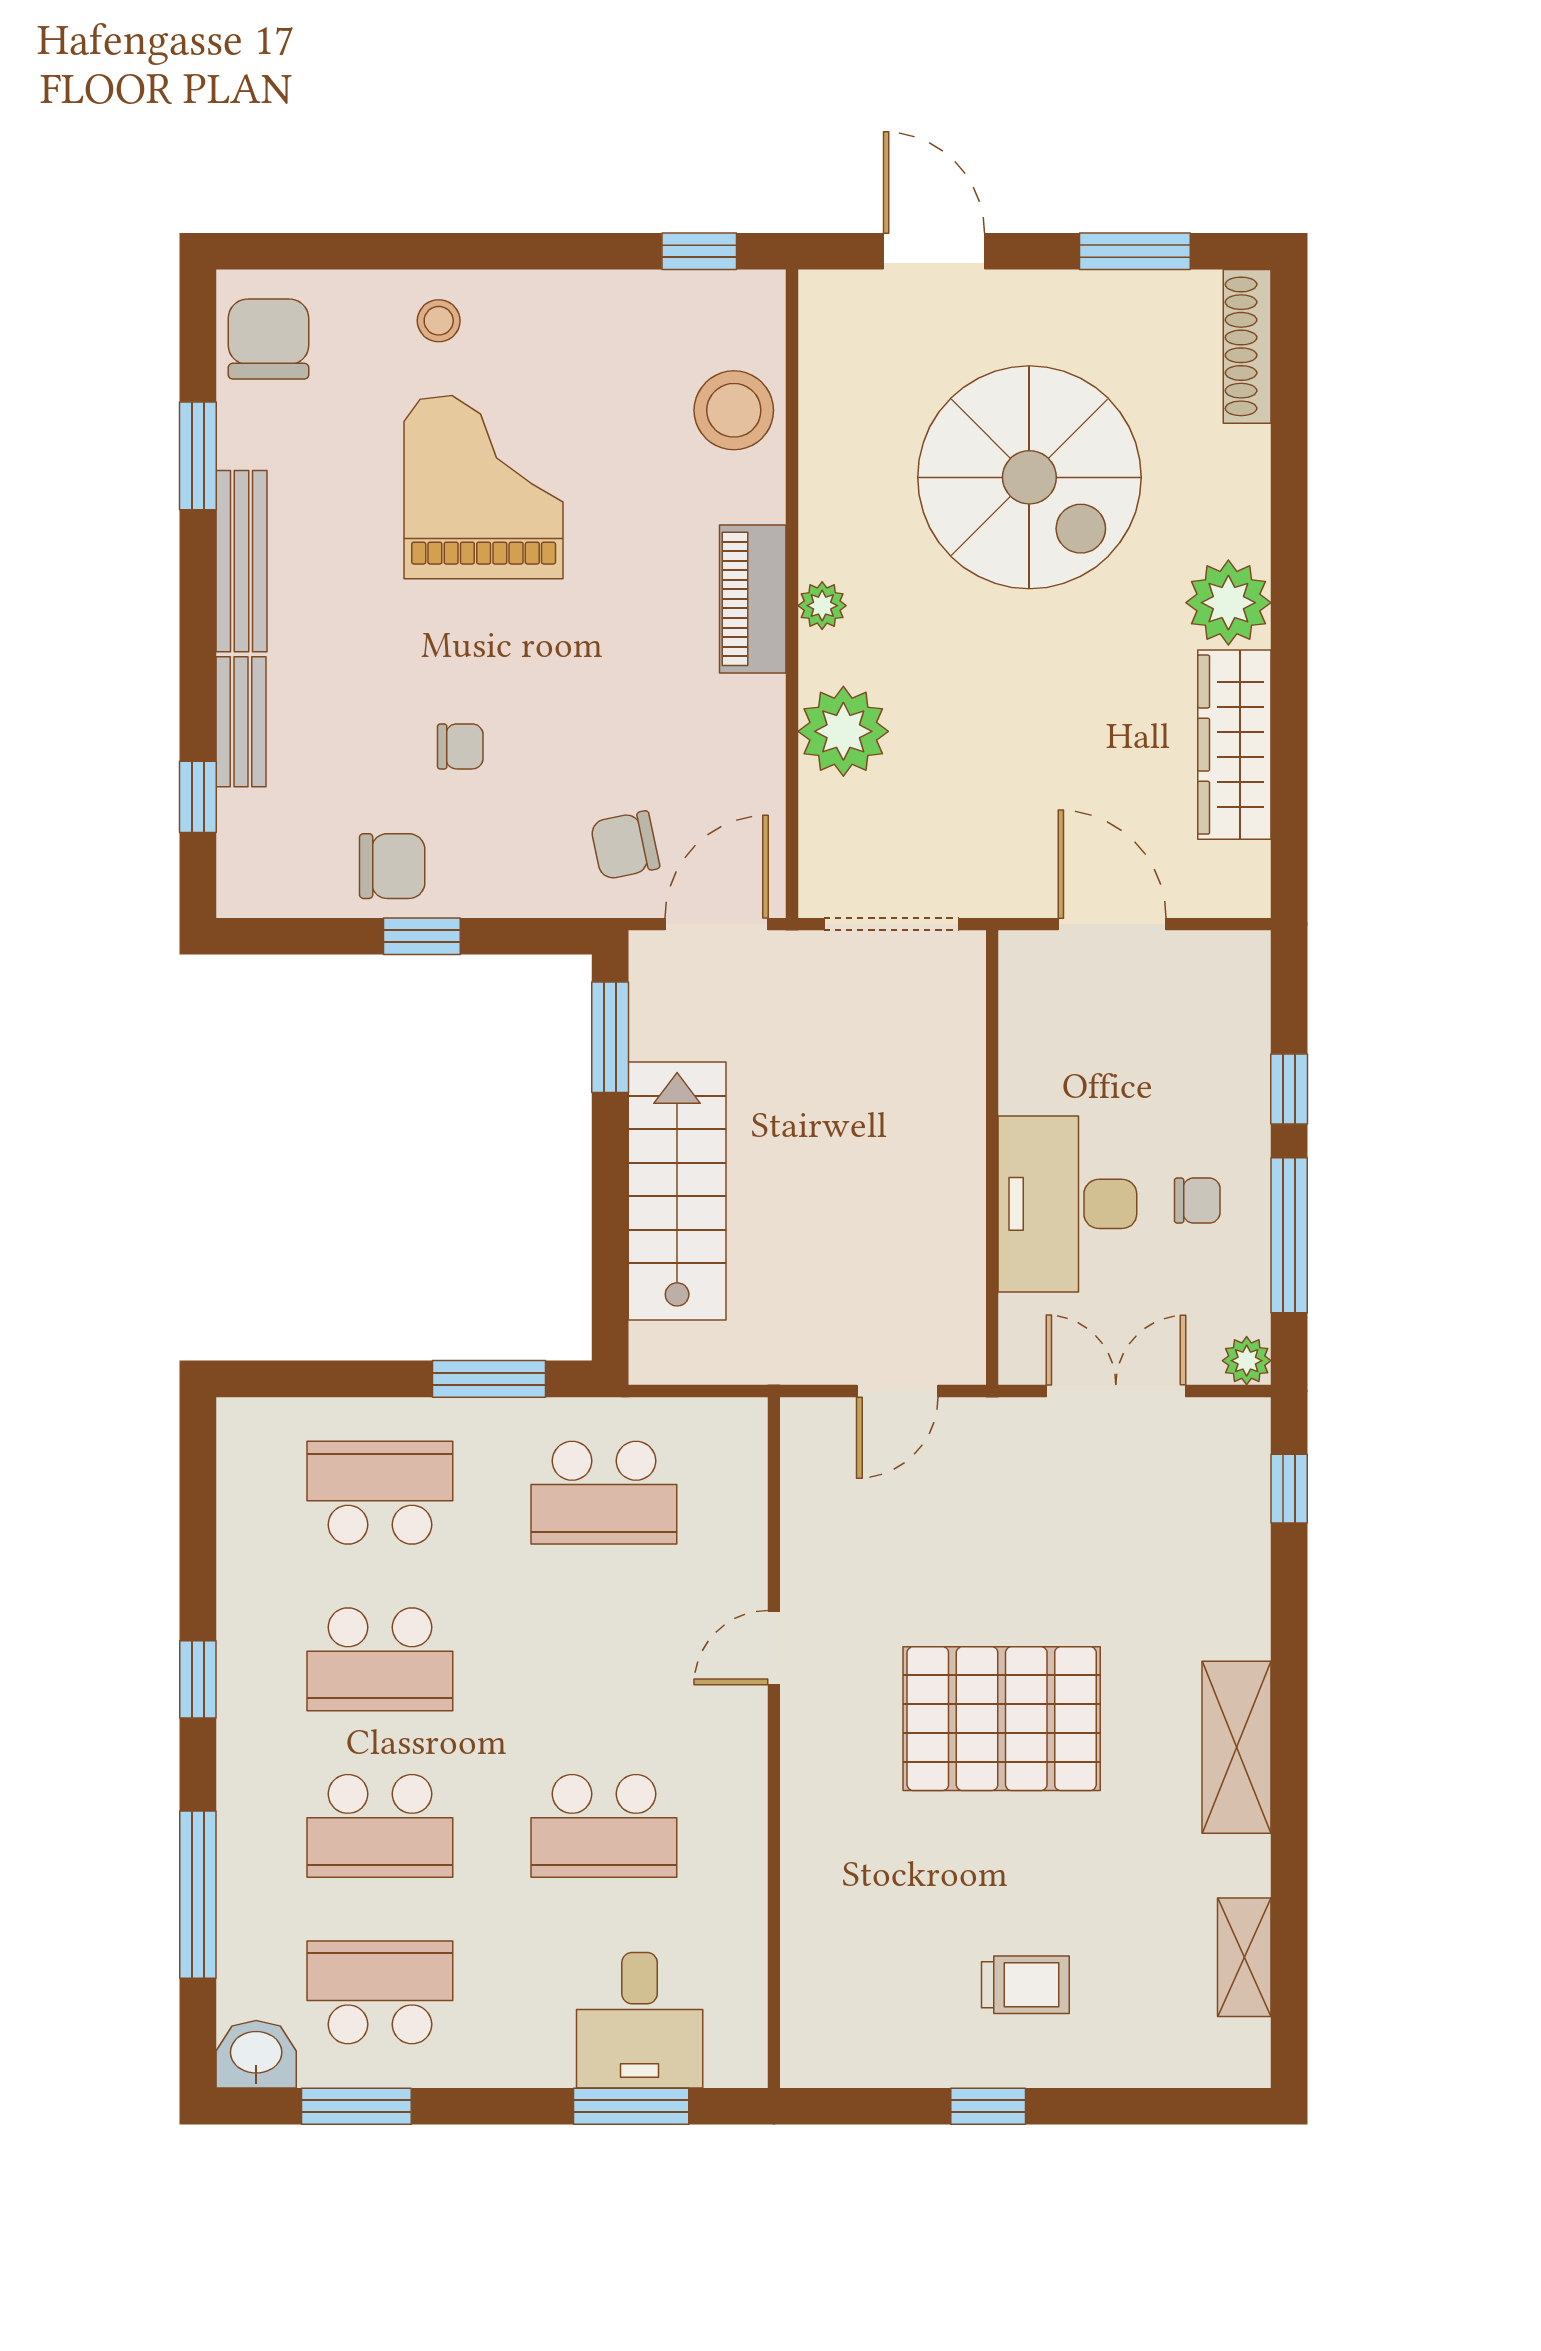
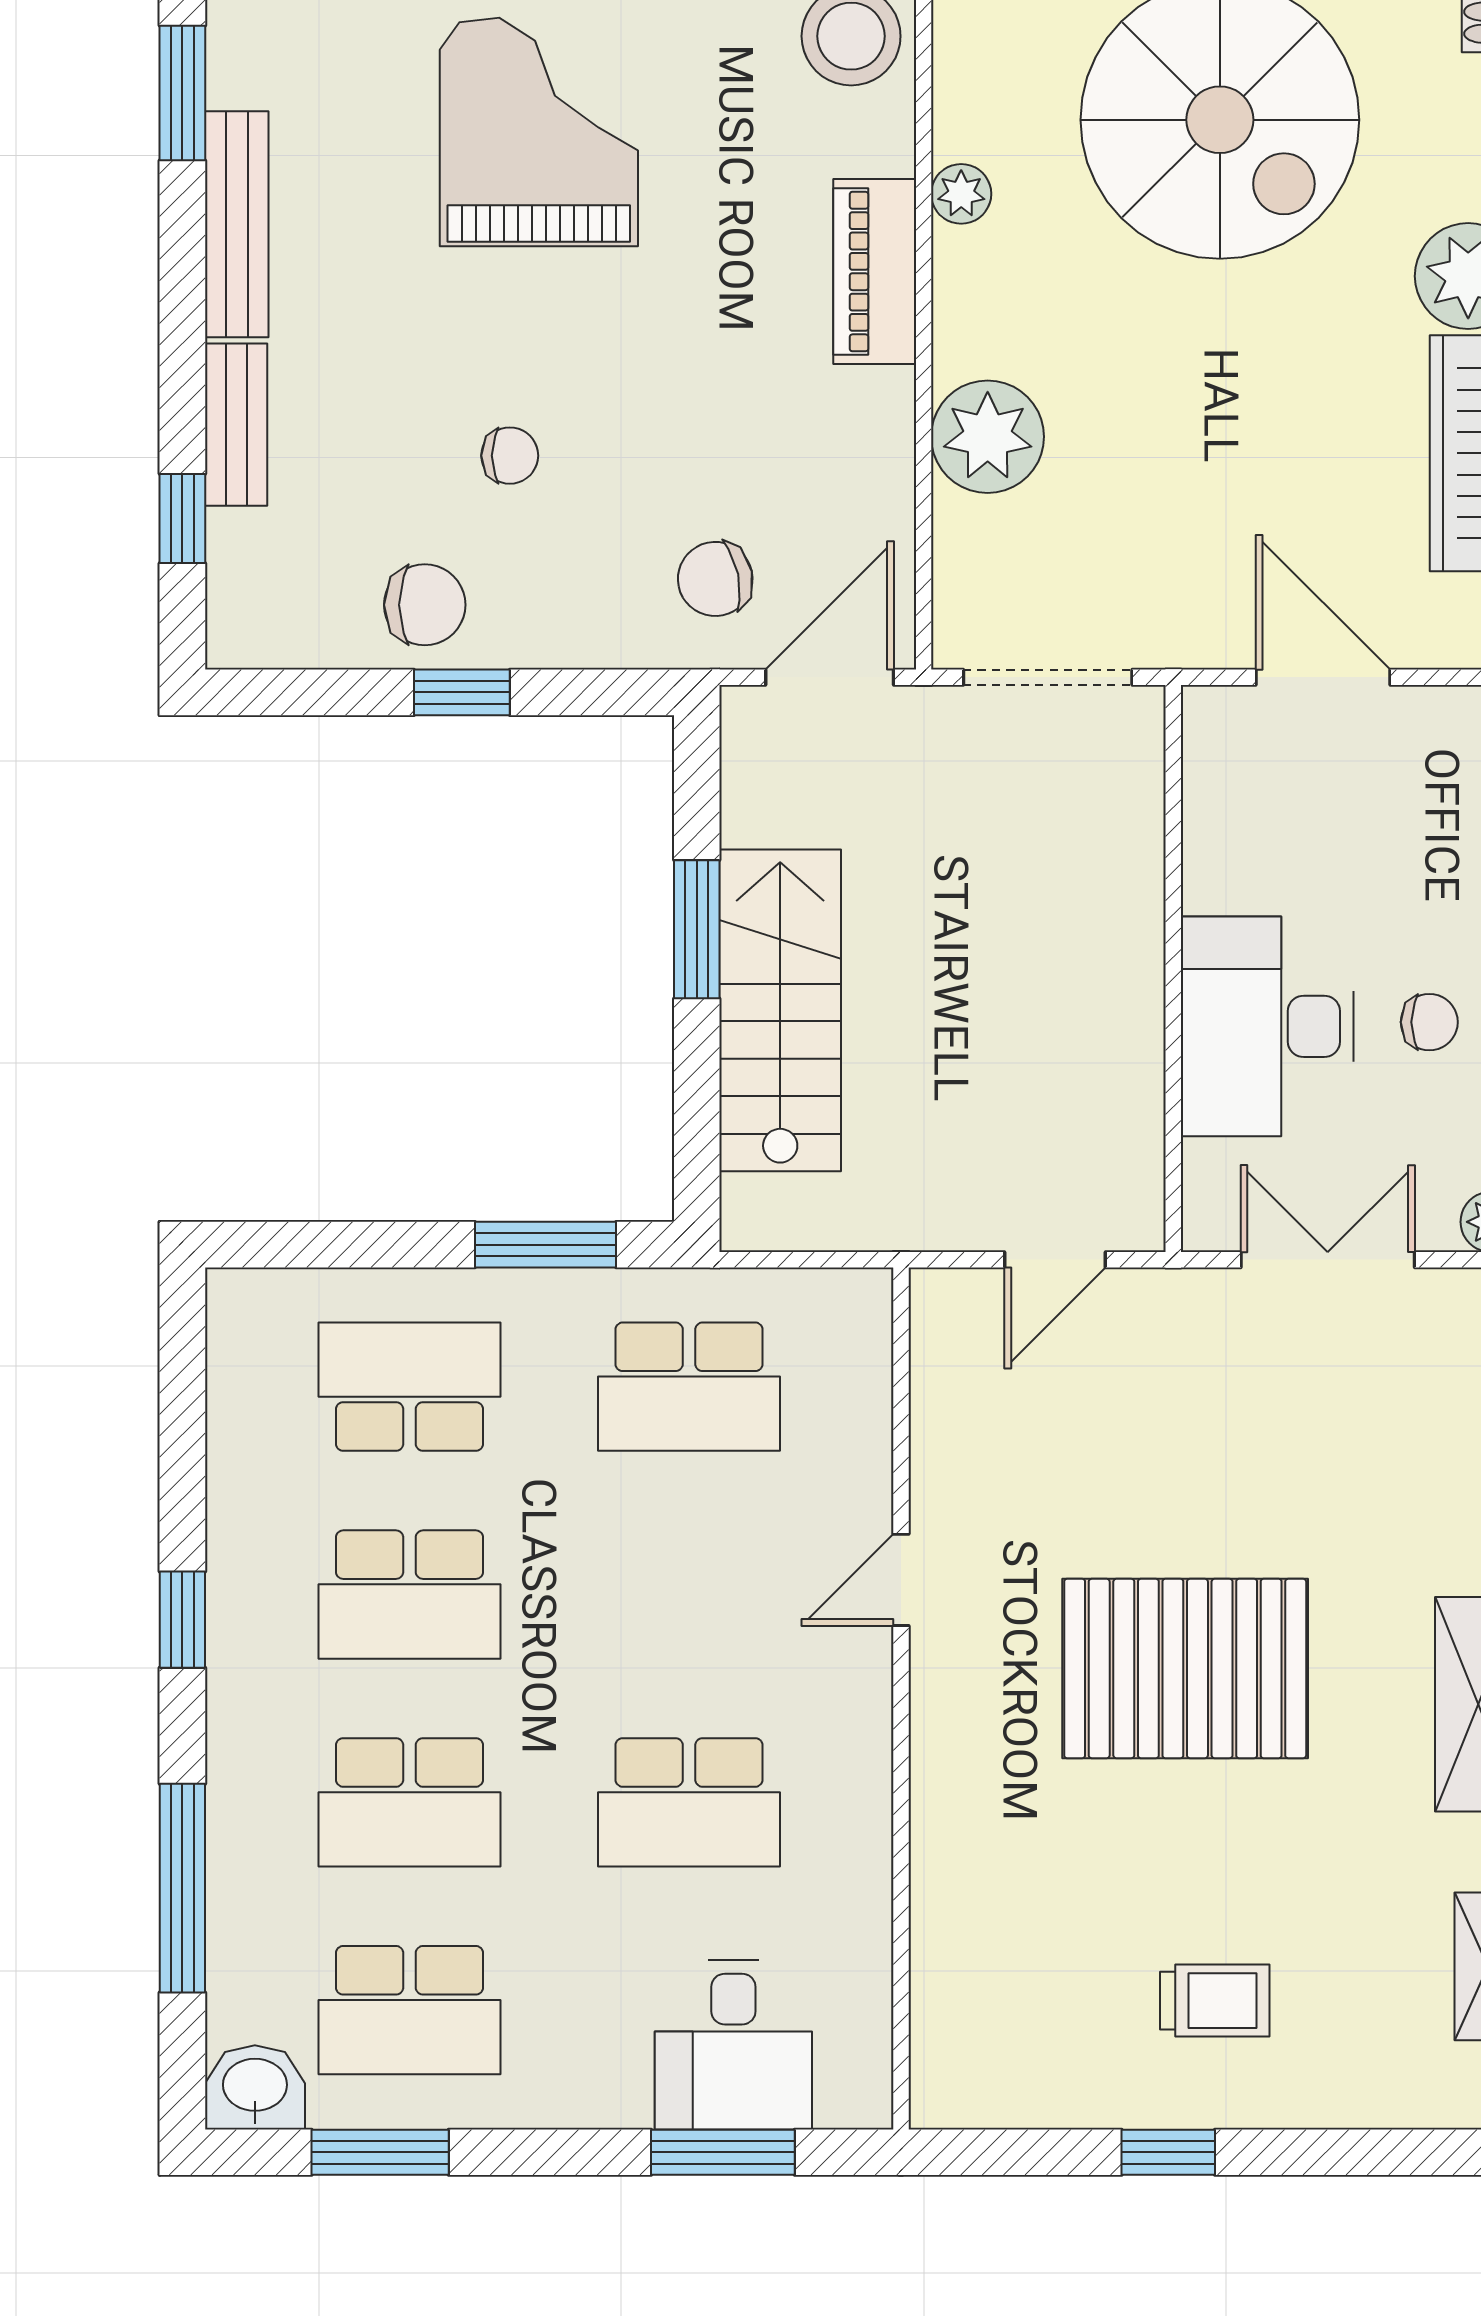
plant: (822, 606) -> (961, 194), moved
window: (610, 1037) -> (697, 929), moved
school desk: (380, 1992) -> (409, 2010), turned 180

